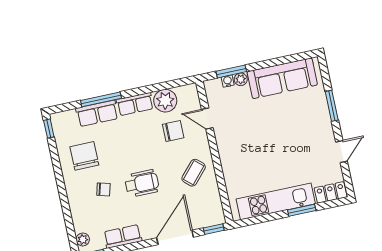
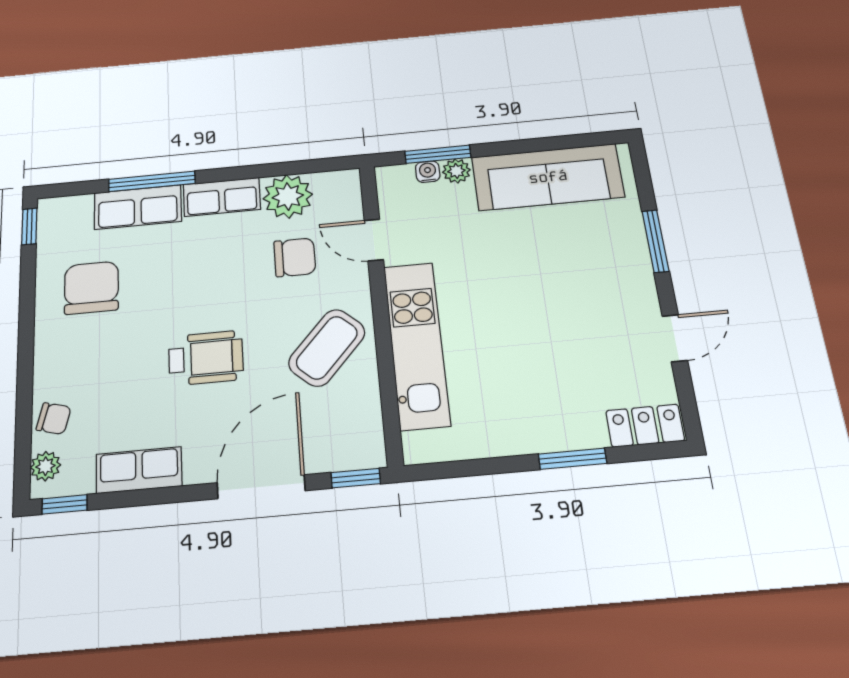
coffee table: (194, 173) -> (327, 348), width x1.36, depth x1.30
chair: (103, 189) -> (54, 419), moved
kitchen unit: (276, 201) -> (417, 345), moved, turned 90

